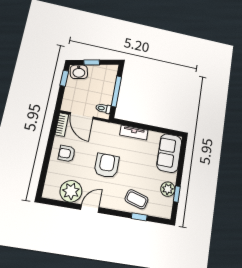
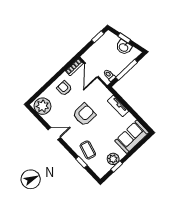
washbasin: (79, 72) -> (124, 47), moved
plant: (71, 191) -> (43, 106), moved

